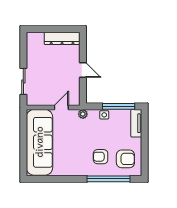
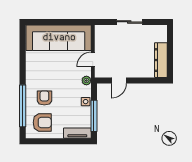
door: (83, 70) -> (119, 80), moved
sliding door: (23, 81) -> (129, 22), moved
door: (61, 108) -> (93, 59), swing flipped
armchair: (125, 159) -> (42, 122), turned -90

